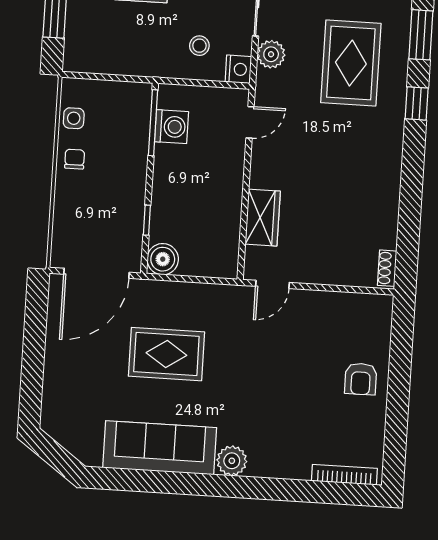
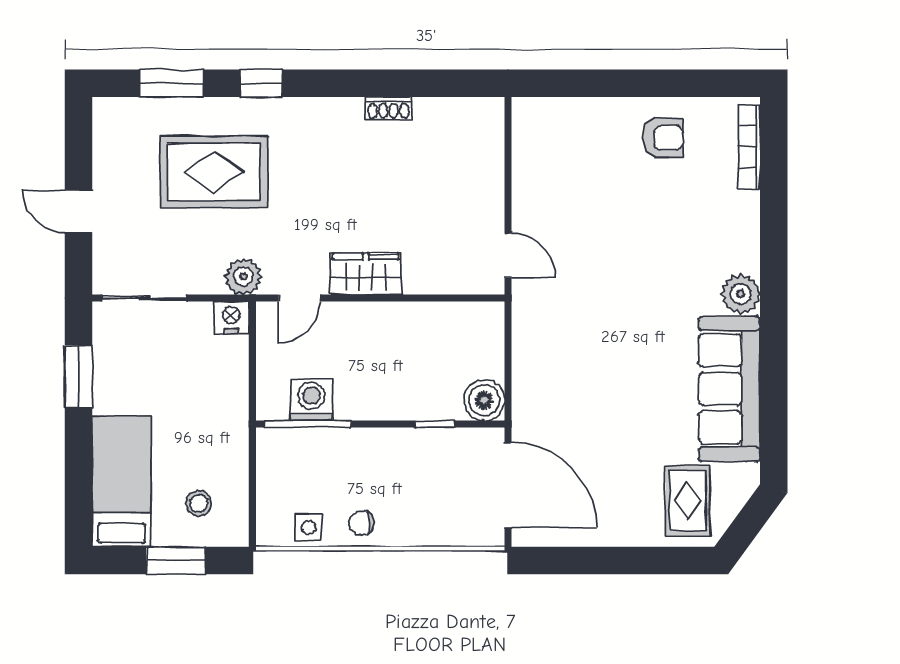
stool: (199, 46) -> (199, 503), moved
plant: (271, 54) -> (243, 276), moved
door: (250, 122) -> (299, 298), swing flipped
wardrobe: (263, 218) -> (366, 274), moved
shoe rack: (387, 268) -> (388, 108), moved
rug: (166, 354) -> (688, 501), moved, width x0.73, depth x0.70
armchair: (361, 379) -> (663, 138), moved

